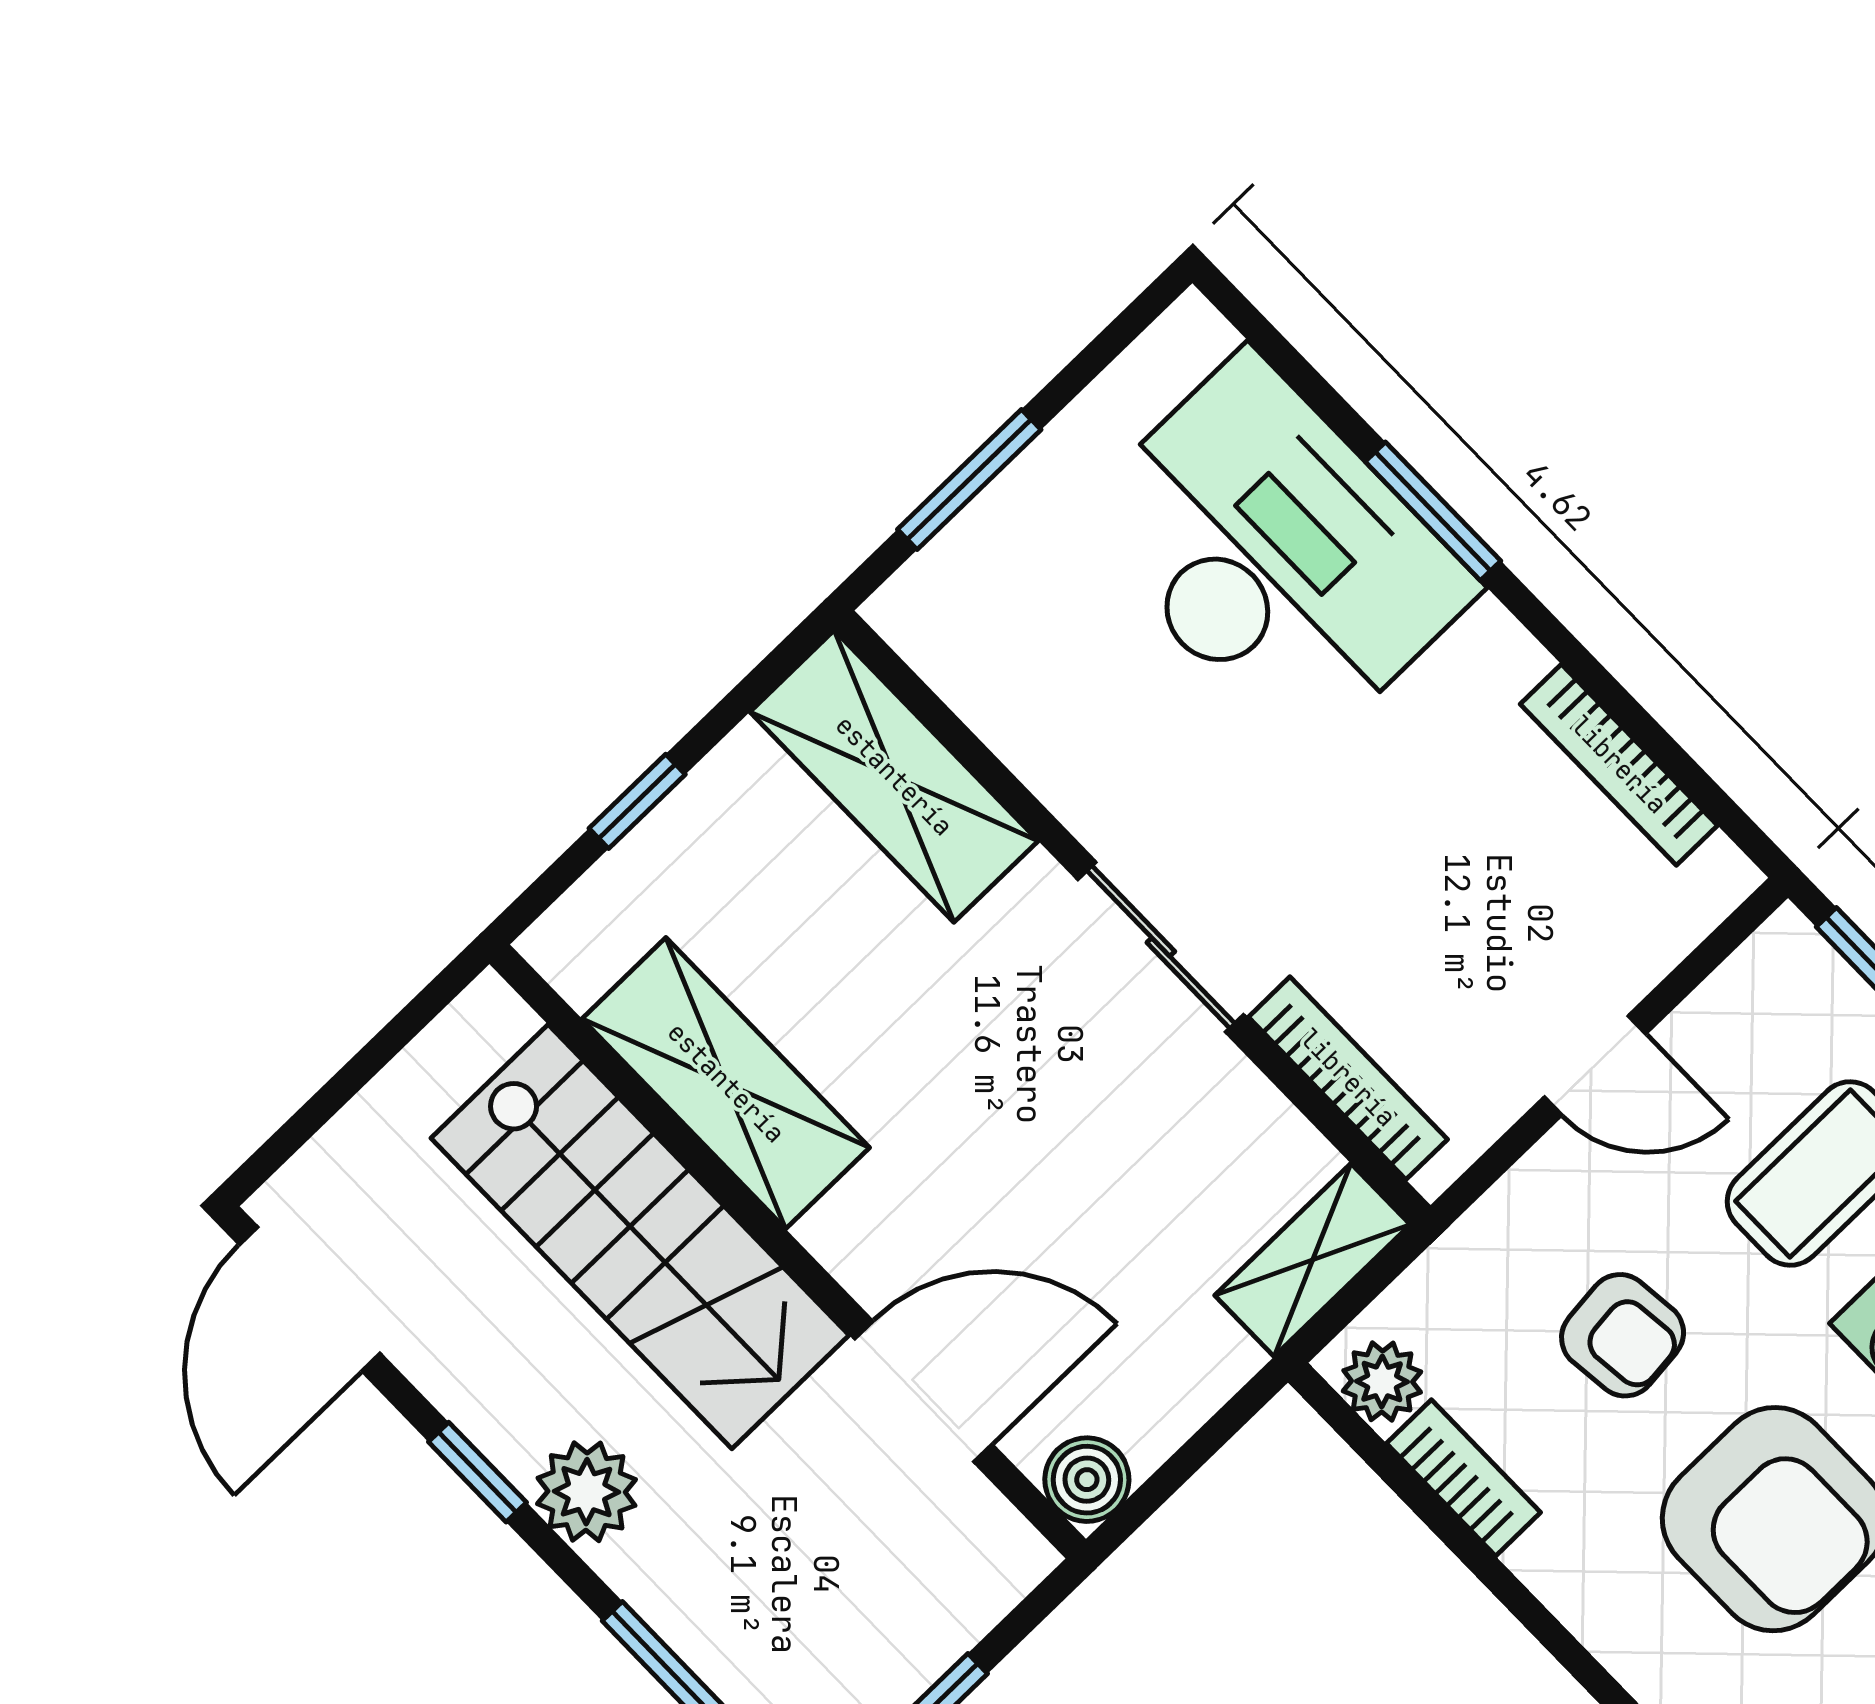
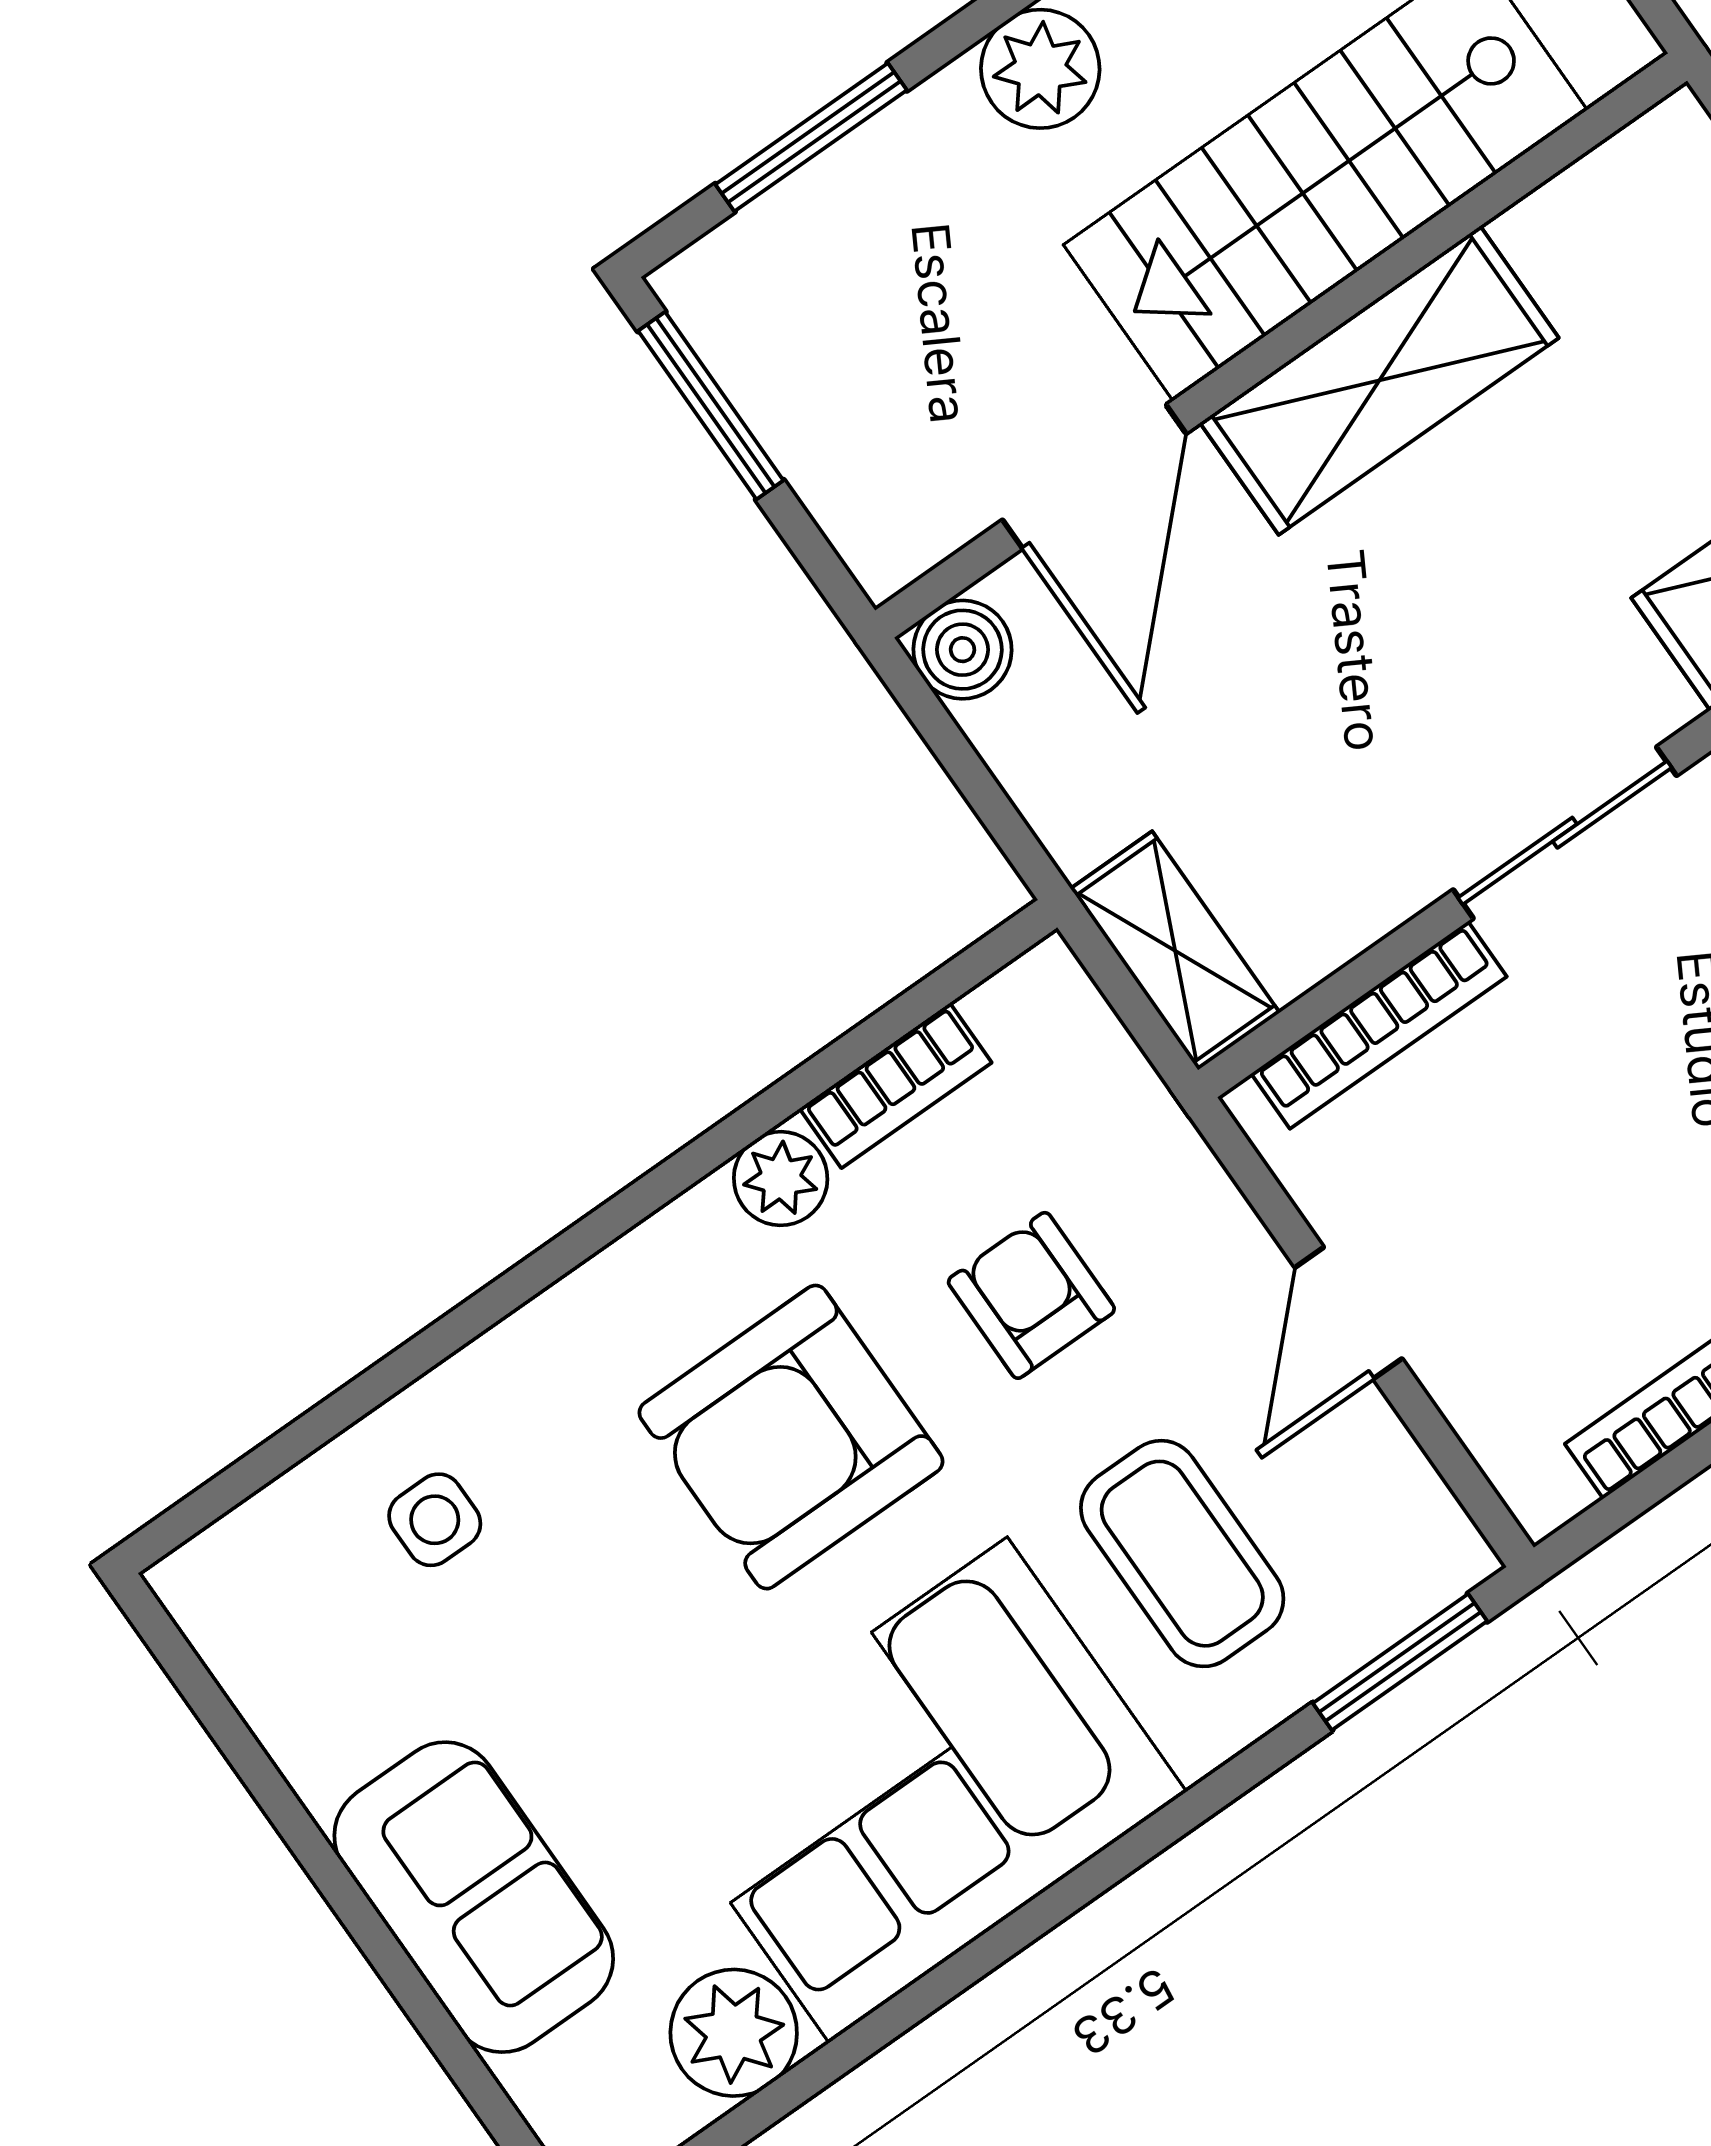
shelving: (726, 1083) -> (1379, 380), moved
armchair: (1623, 1335) -> (1031, 1295), turned 96
plant: (1382, 1381) -> (781, 1179), moved

